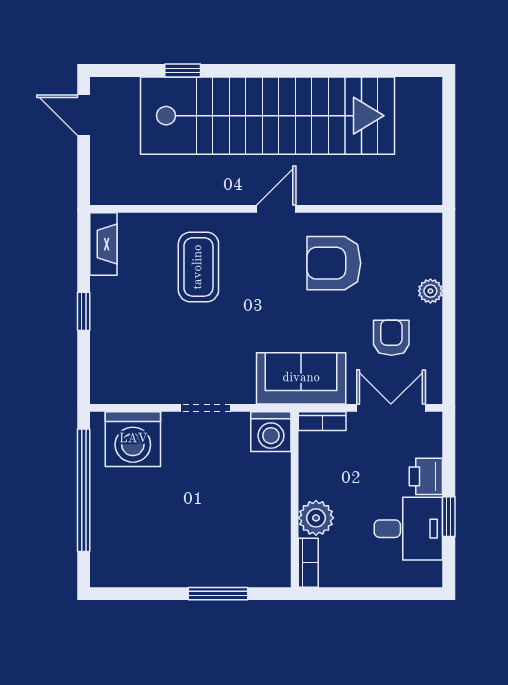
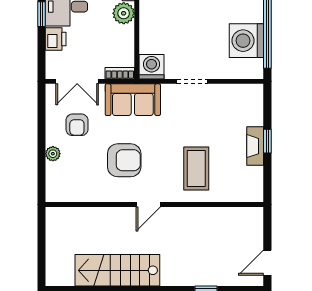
door: (84, 115) -> (267, 263), swing flipped
stairs: (267, 116) -> (117, 270), width x0.54, depth x0.66
fireplace: (103, 244) -> (255, 146), moved
armchair: (334, 263) -> (124, 160), moved
washing machine: (133, 439) -> (246, 41), moved, turned -90

